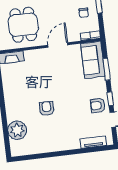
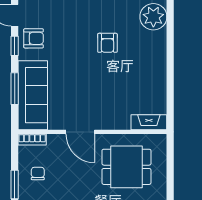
dining table: (23, 25) -> (126, 167), turned 90
door: (58, 45) -> (80, 132), hinge flipped
sofa: (93, 60) -> (33, 95), width x1.36

